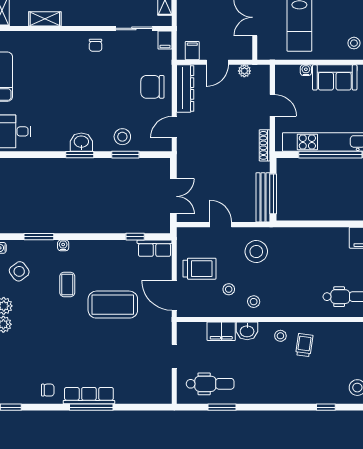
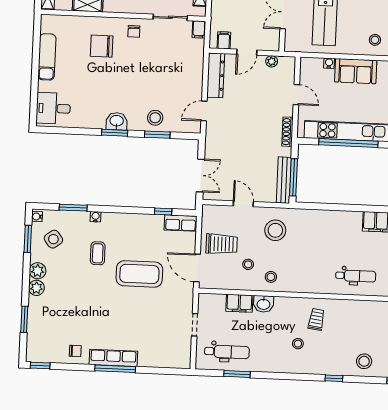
chair: (152, 87) -> (102, 46), moved
stool: (280, 336) -> (298, 344), moved

